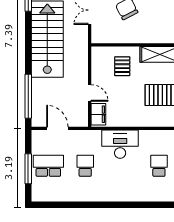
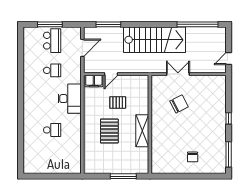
pallet: (122, 66) -> (118, 103), moved
window: (28, 96) -> (108, 24), width x0.68

